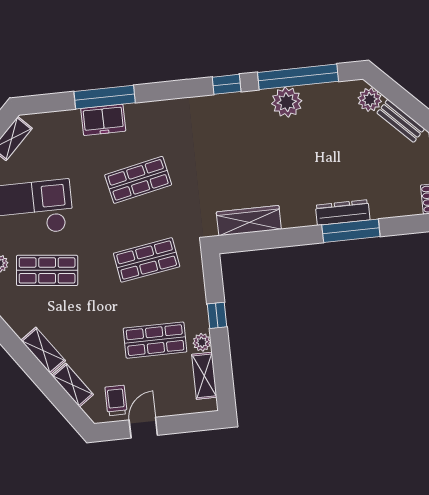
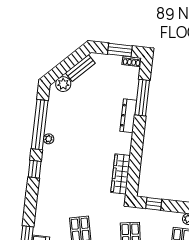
plant: (287, 102) -> (49, 139), width x0.53, depth x0.53
window: (351, 231) -> (142, 98), moved
window: (217, 315) -> (154, 204), moved

